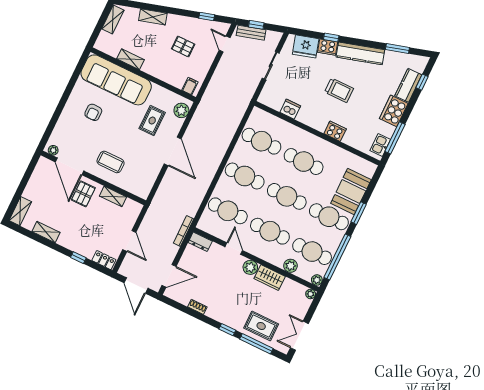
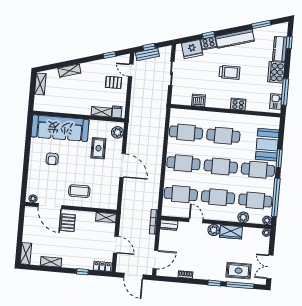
pallet: (183, 47) -> (114, 82), moved
shelving: (130, 59) -> (102, 112), moved
shelving: (113, 196) -> (106, 217), moved

